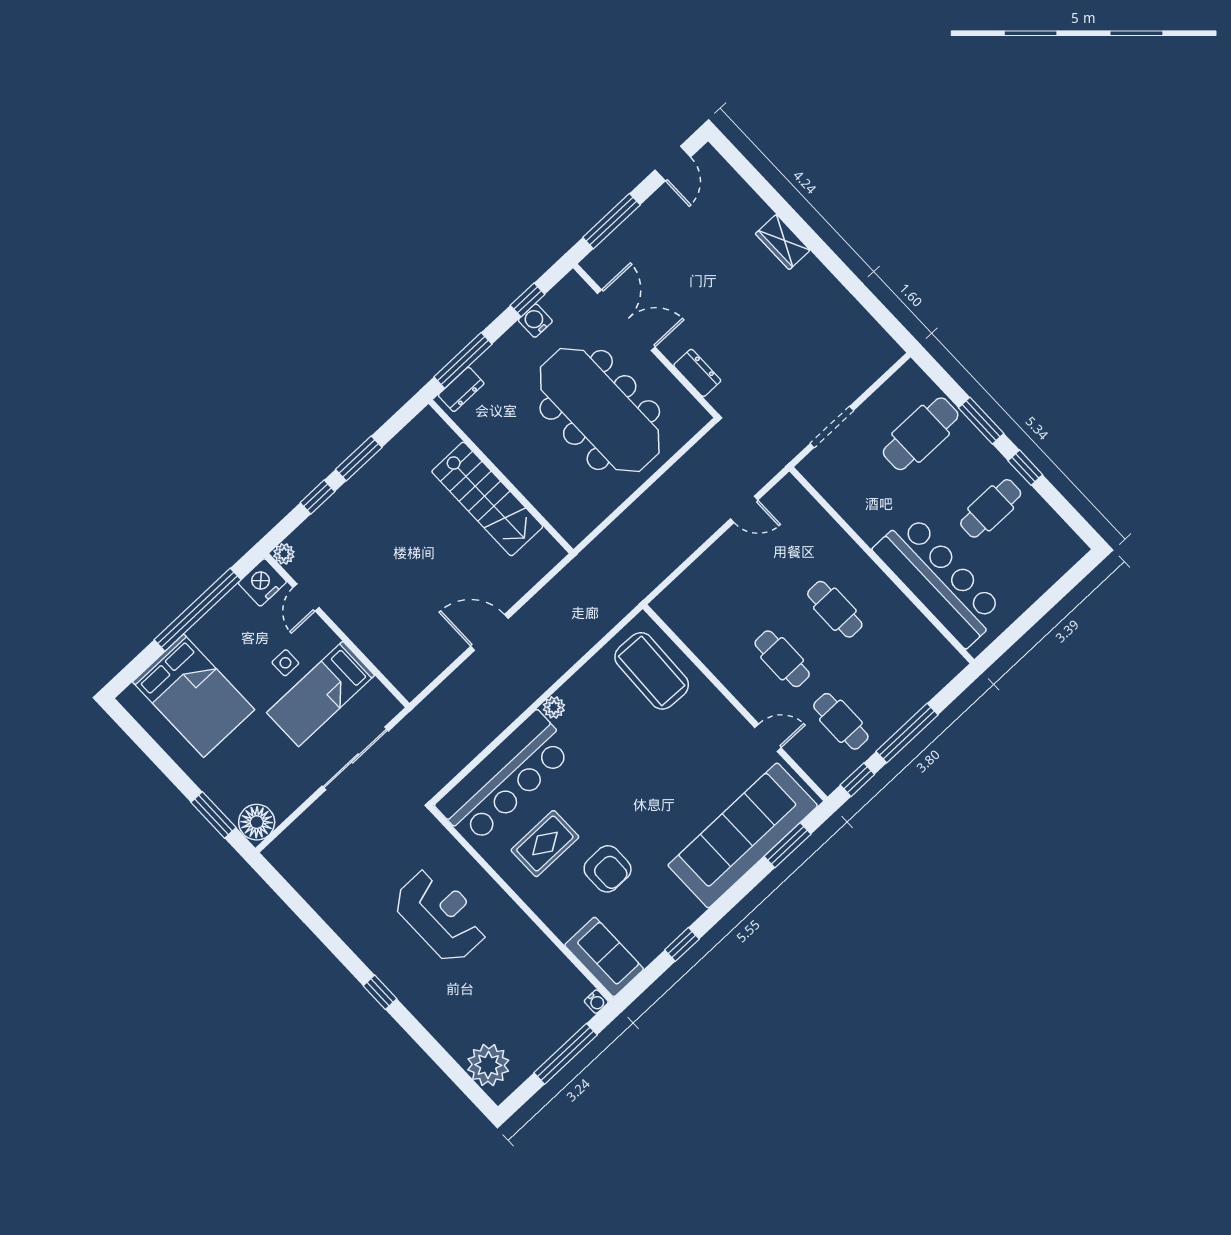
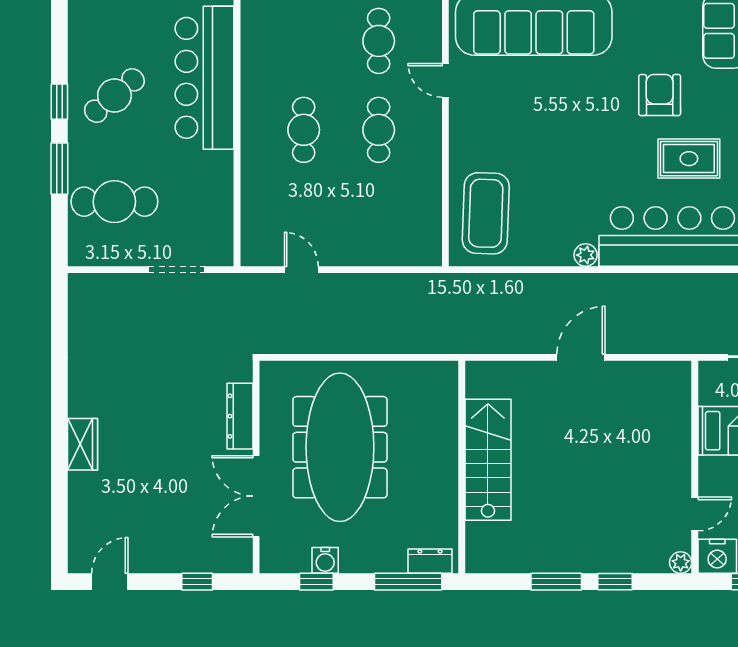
window: (611, 221) -> (197, 582), width x0.46
dresser: (697, 373) -> (240, 416), width x1.44
cafe table: (991, 508) -> (114, 96), turned -40
door: (490, 632) -> (581, 357), swing flipped

